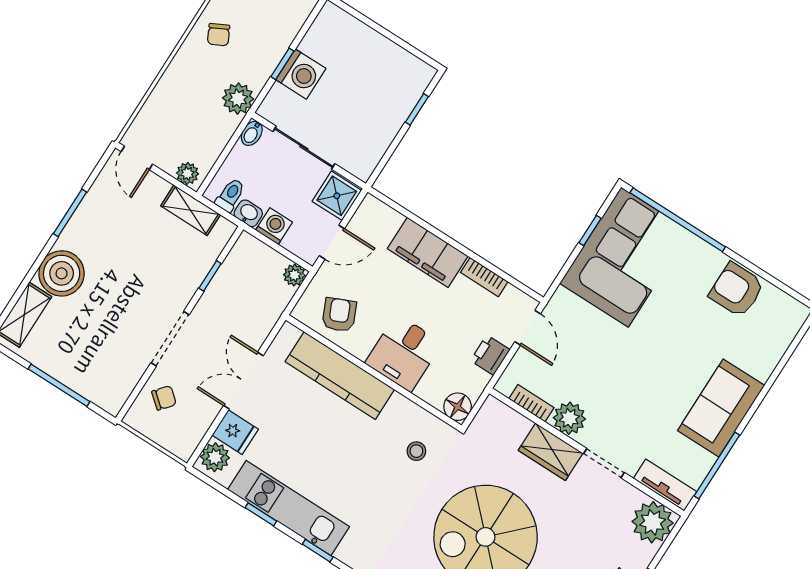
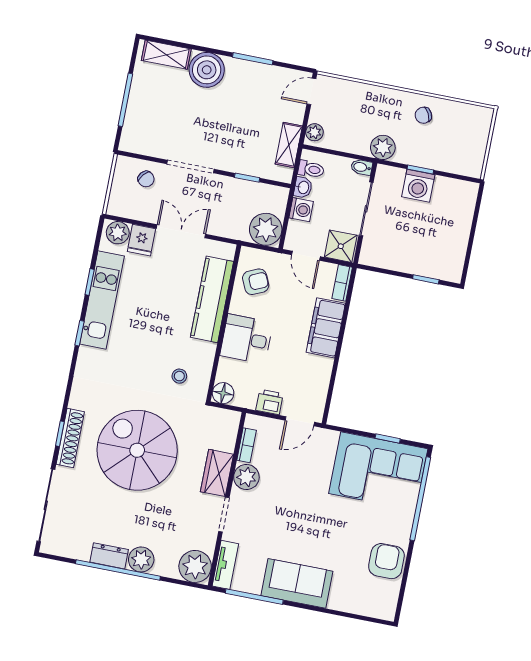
plant: (294, 275) -> (266, 229), width x1.88, depth x1.88
bookcase: (484, 277) -> (342, 283), moved

